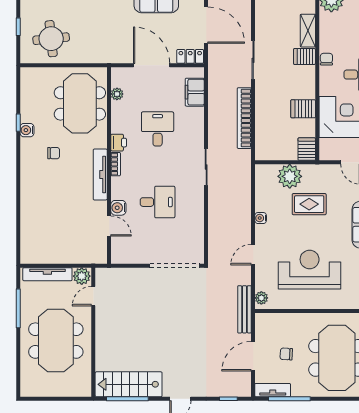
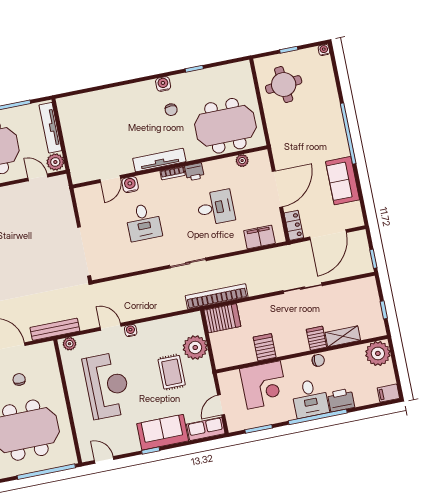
bookcase: (244, 118) -> (217, 296), moved
water cooler: (27, 130) -> (163, 84), moved
server rack: (307, 149) -> (222, 318), moved, width x1.36, depth x1.44
water cooler: (261, 218) -> (131, 331), moved

